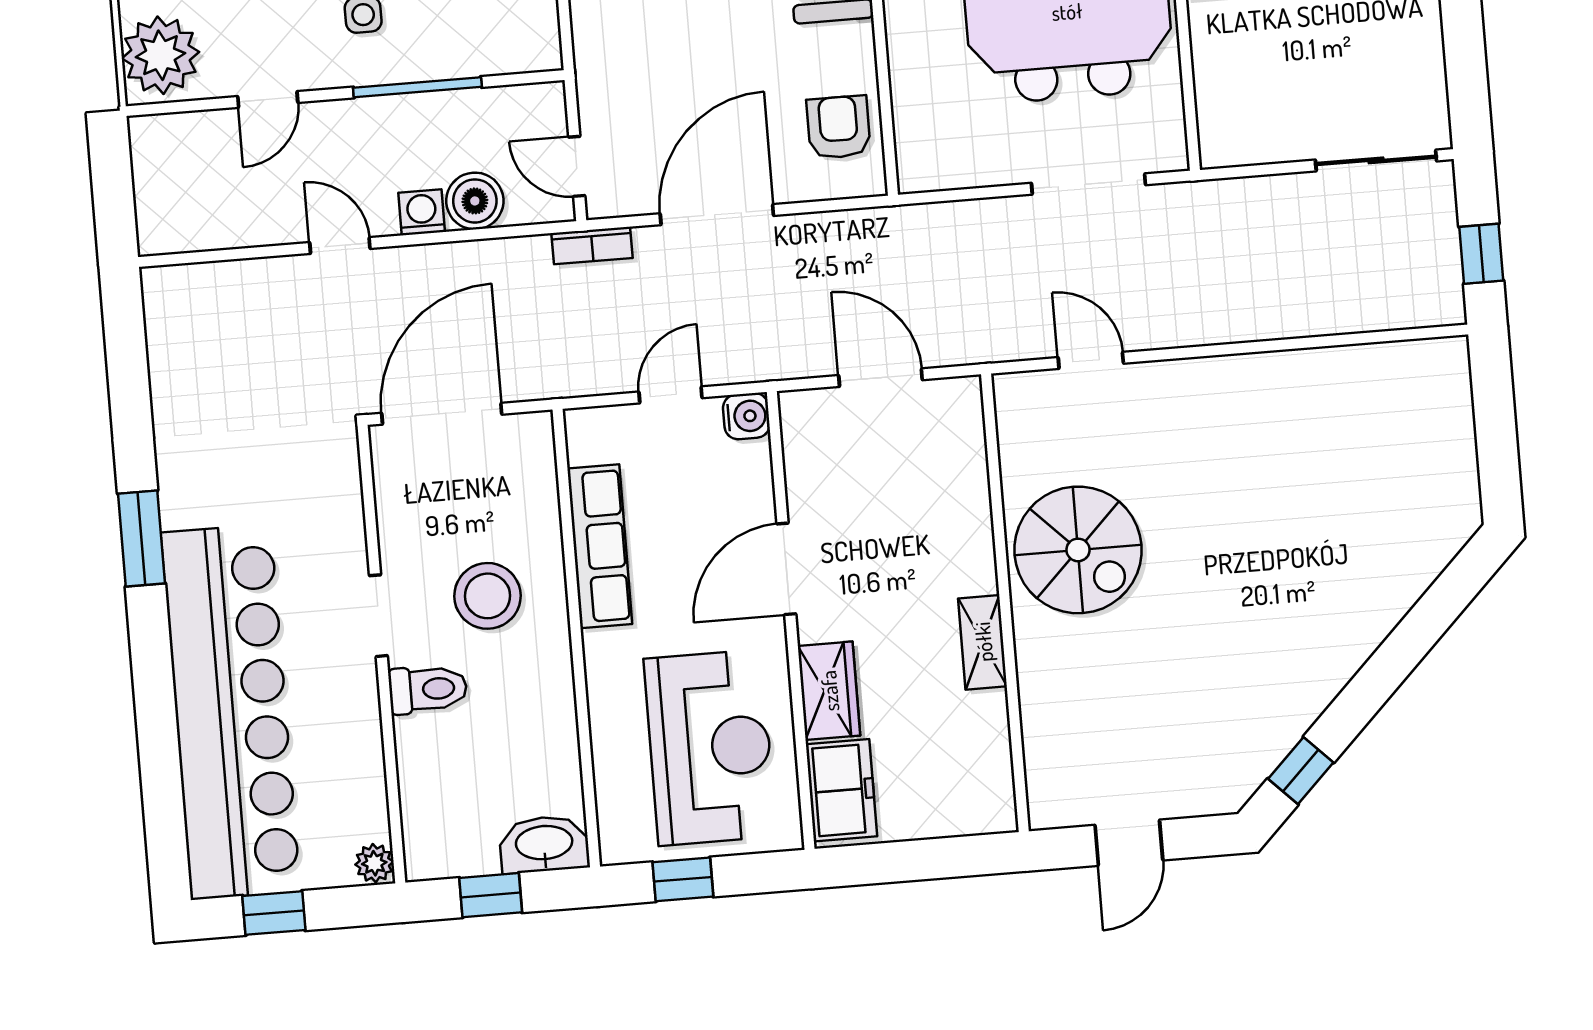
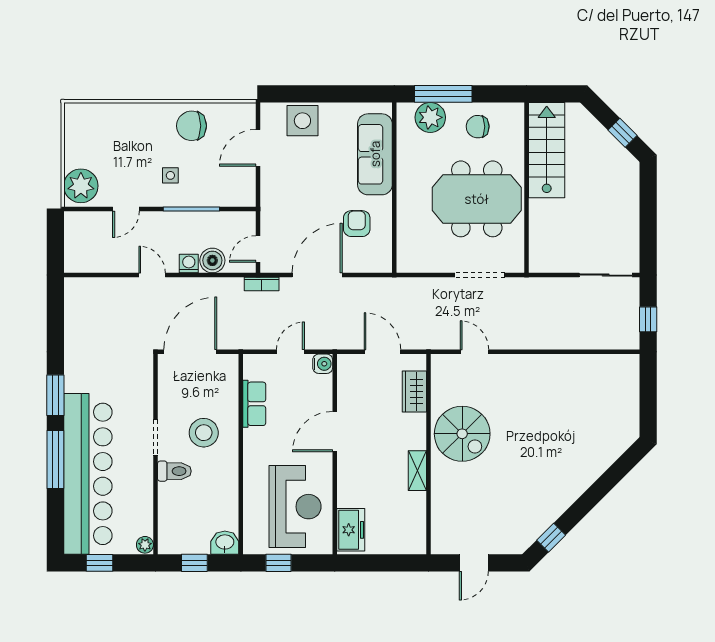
armchair: (839, 127) -> (357, 224), moved
door: (577, 166) -> (258, 249), hinge flipped
row of seats: (600, 546) -> (254, 404), width x0.68
window: (154, 685) -> (55, 459), added
wardrobe: (829, 691) -> (414, 392), moved, turned 180
washbasin: (544, 844) -> (225, 543), width x0.72

